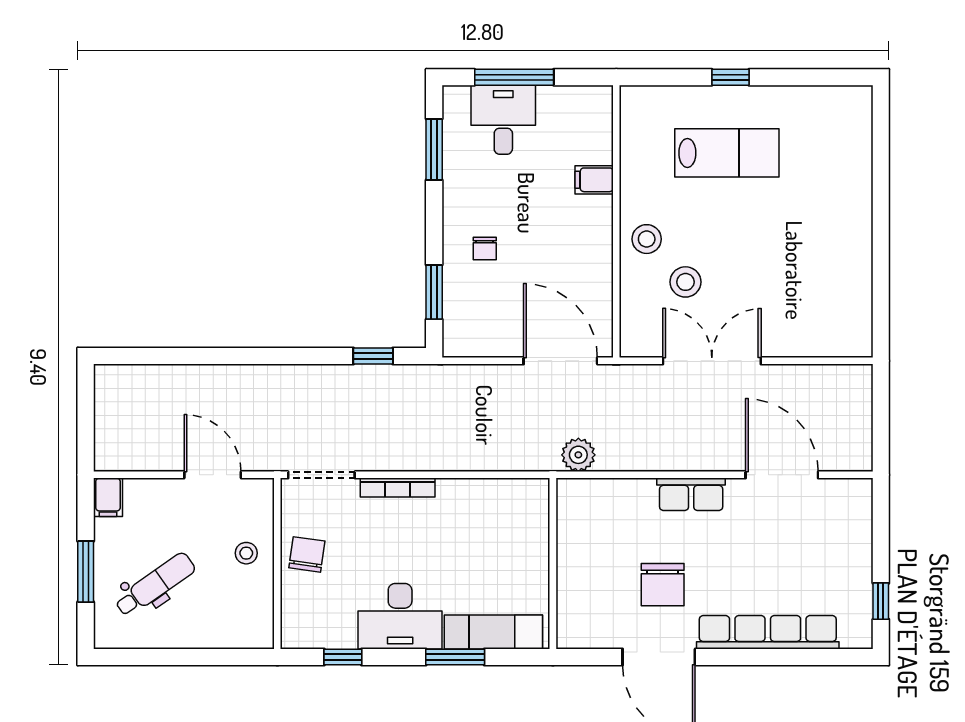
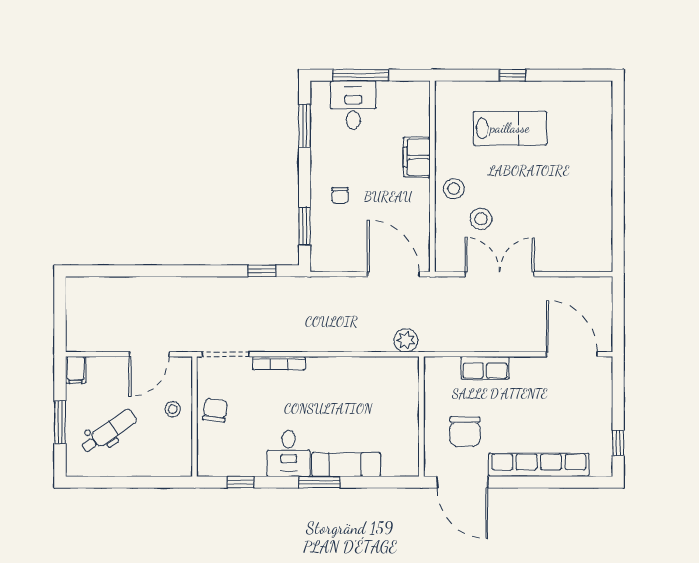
filing cabinet: (594, 180) -> (417, 157), width x2.00
door: (213, 475) -> (149, 354), swing flipped
door: (782, 475) -> (572, 354), moved
wall: (553, 564) -> (421, 417), moved
desk: (400, 616) -> (289, 453), width x0.73

